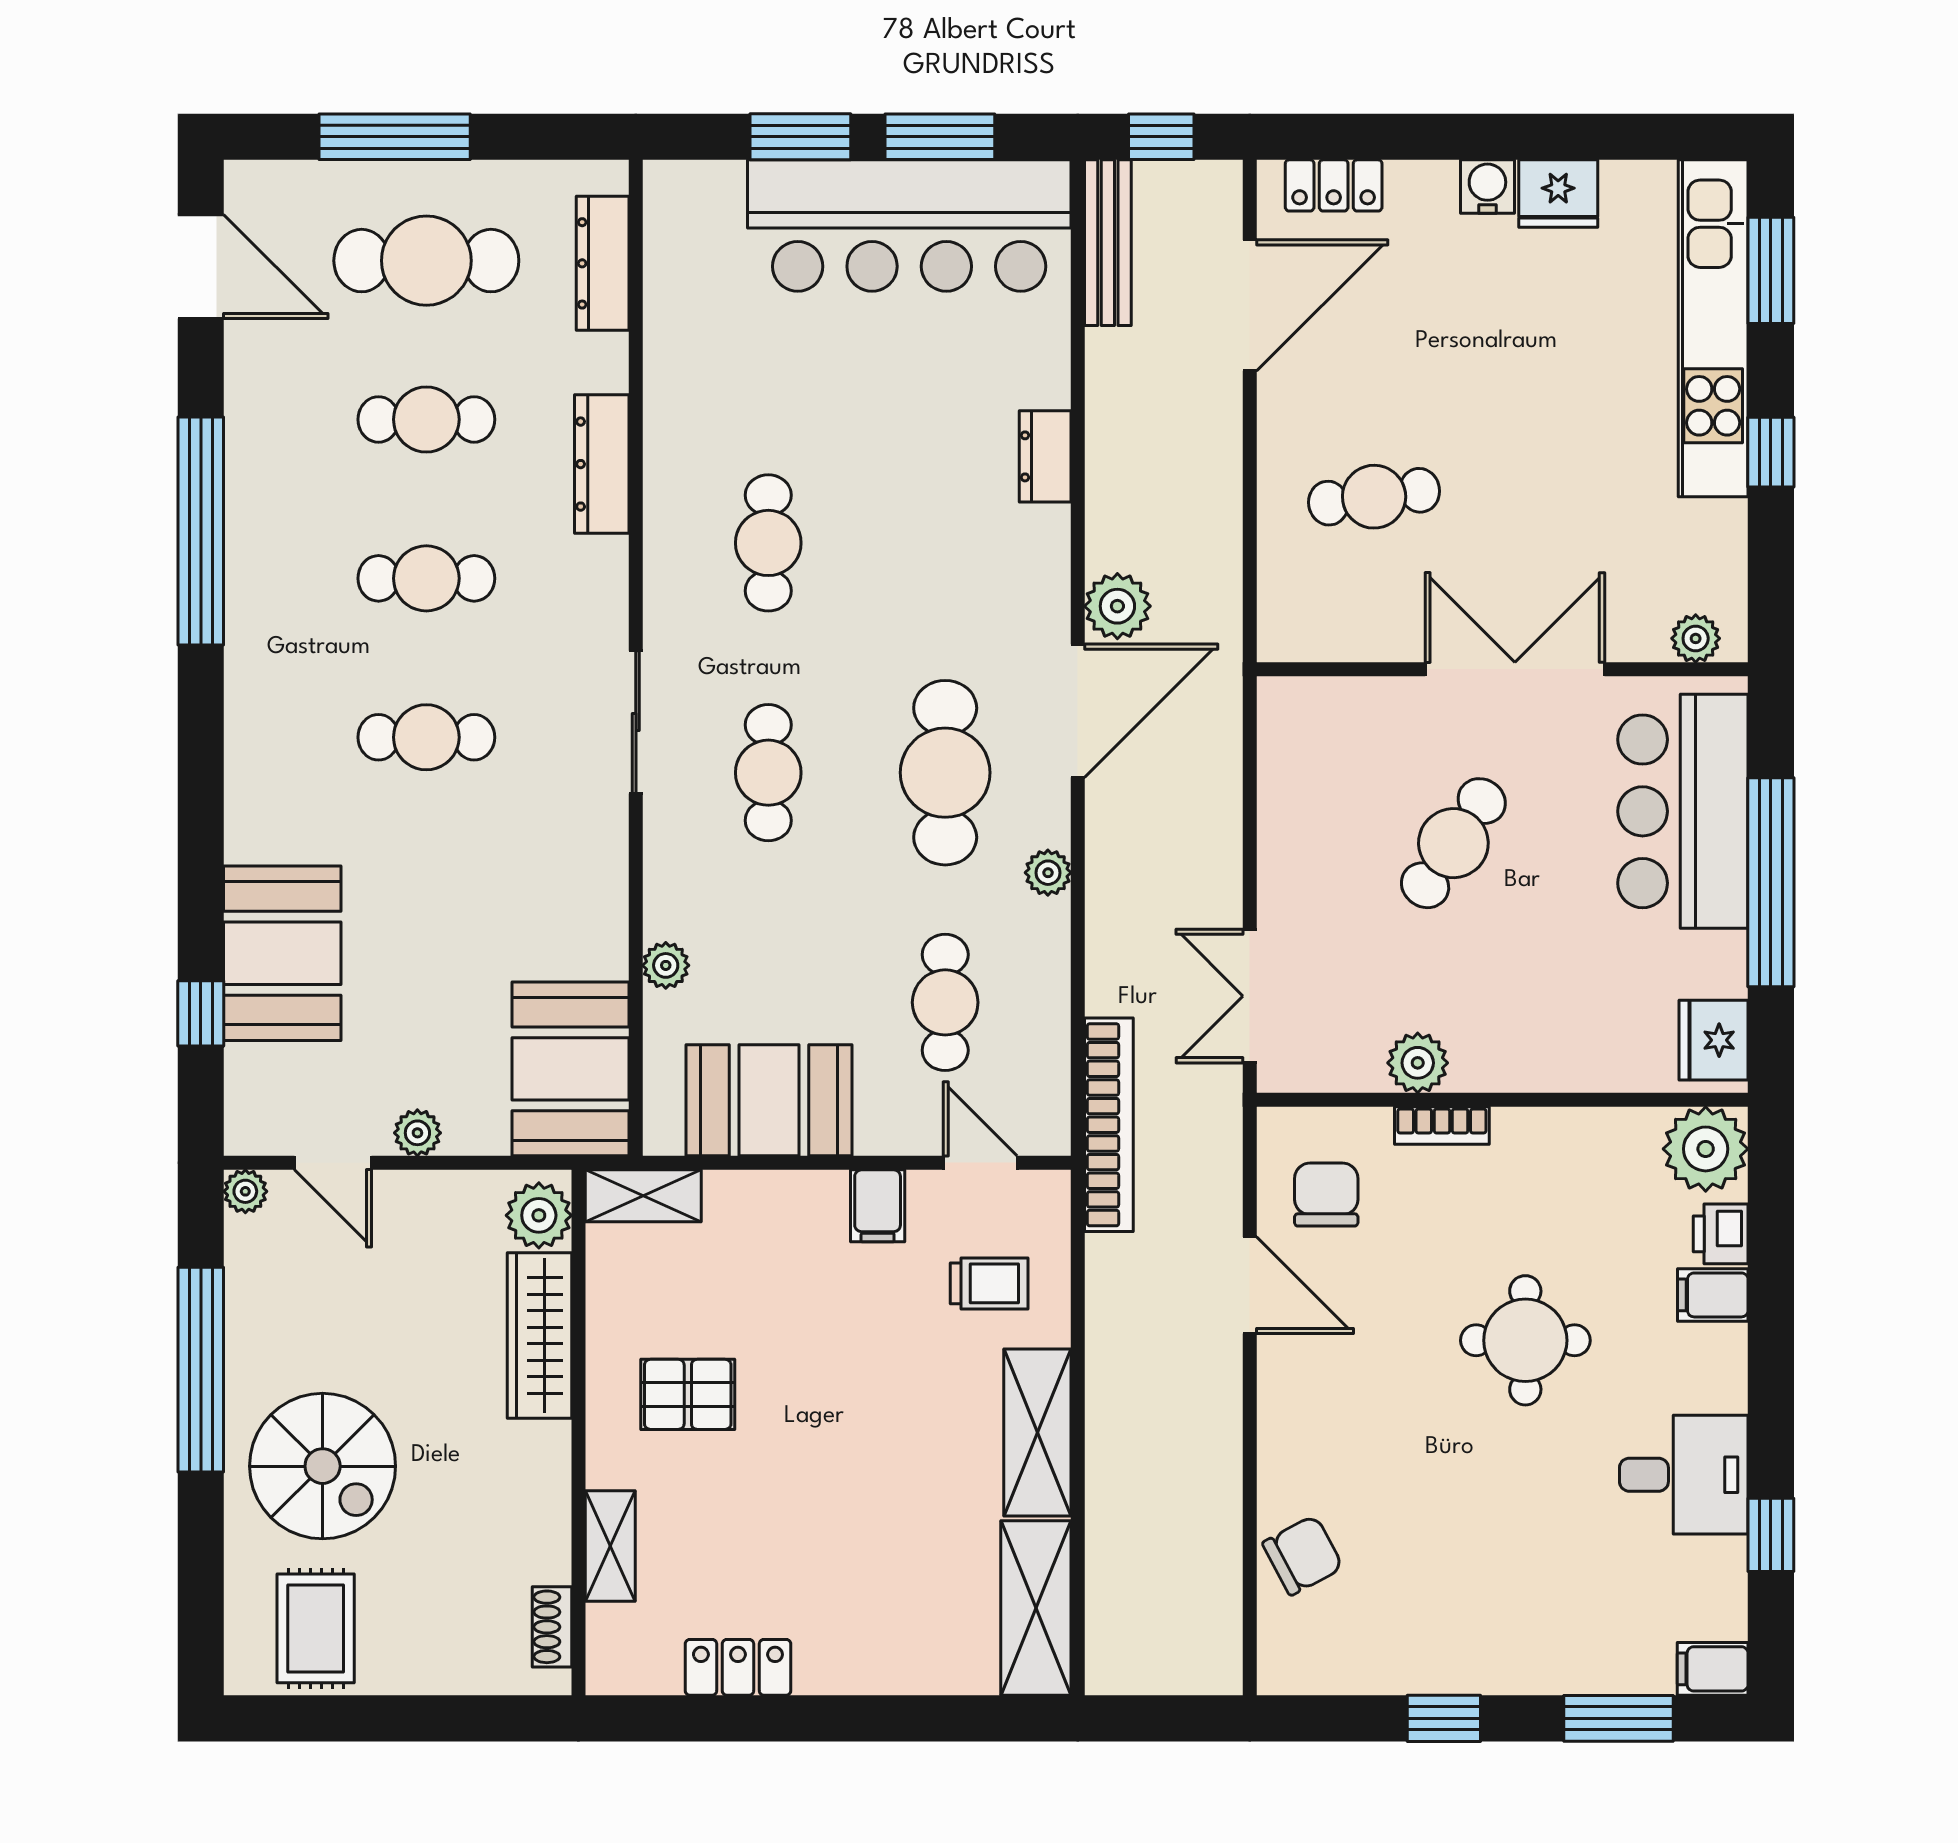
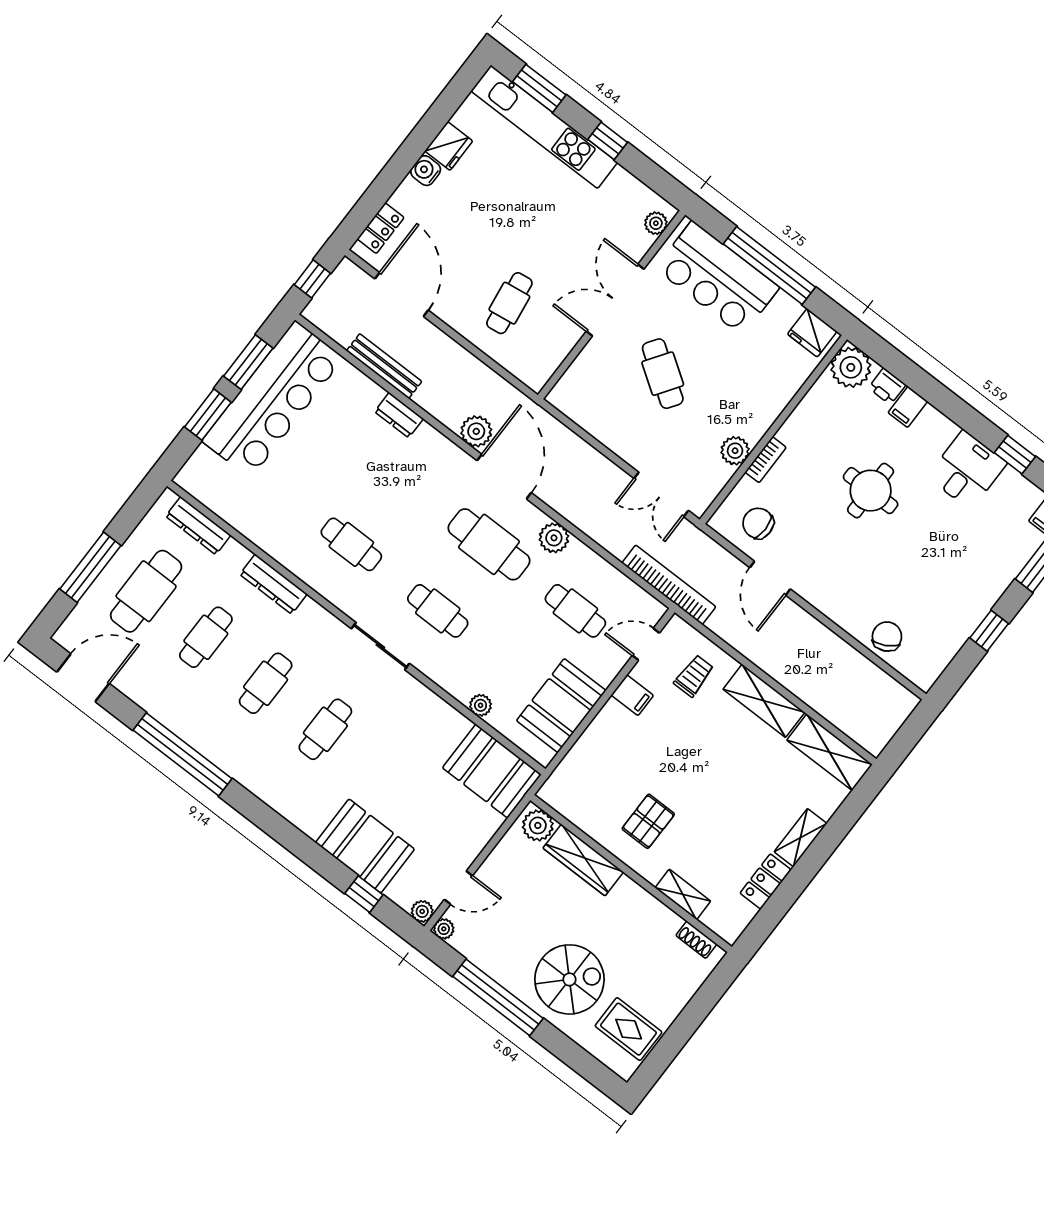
bench: (1108, 243) -> (384, 366), moved
plant: (1048, 873) -> (554, 538), width x1.38, depth x1.38
plant: (417, 1133) -> (422, 911), moved
shelving: (643, 1196) -> (800, 838), moved
door: (1250, 1285) -> (770, 578), swing flipped

